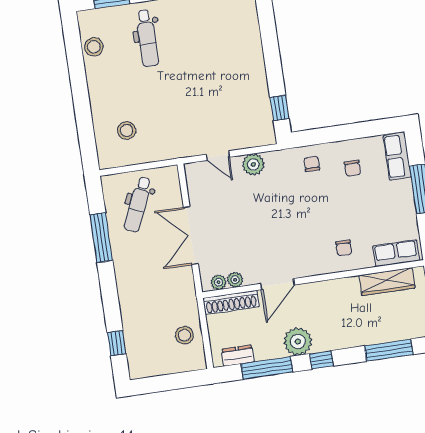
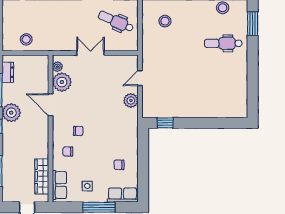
chair: (312, 164) -> (78, 131), moved
side table: (391, 211) -> (87, 186), added
double door: (191, 236) -> (90, 53), width x0.73
plant: (235, 280) -> (62, 82), width x1.88, depth x1.88
shoe rack: (231, 302) -> (43, 73), removed

